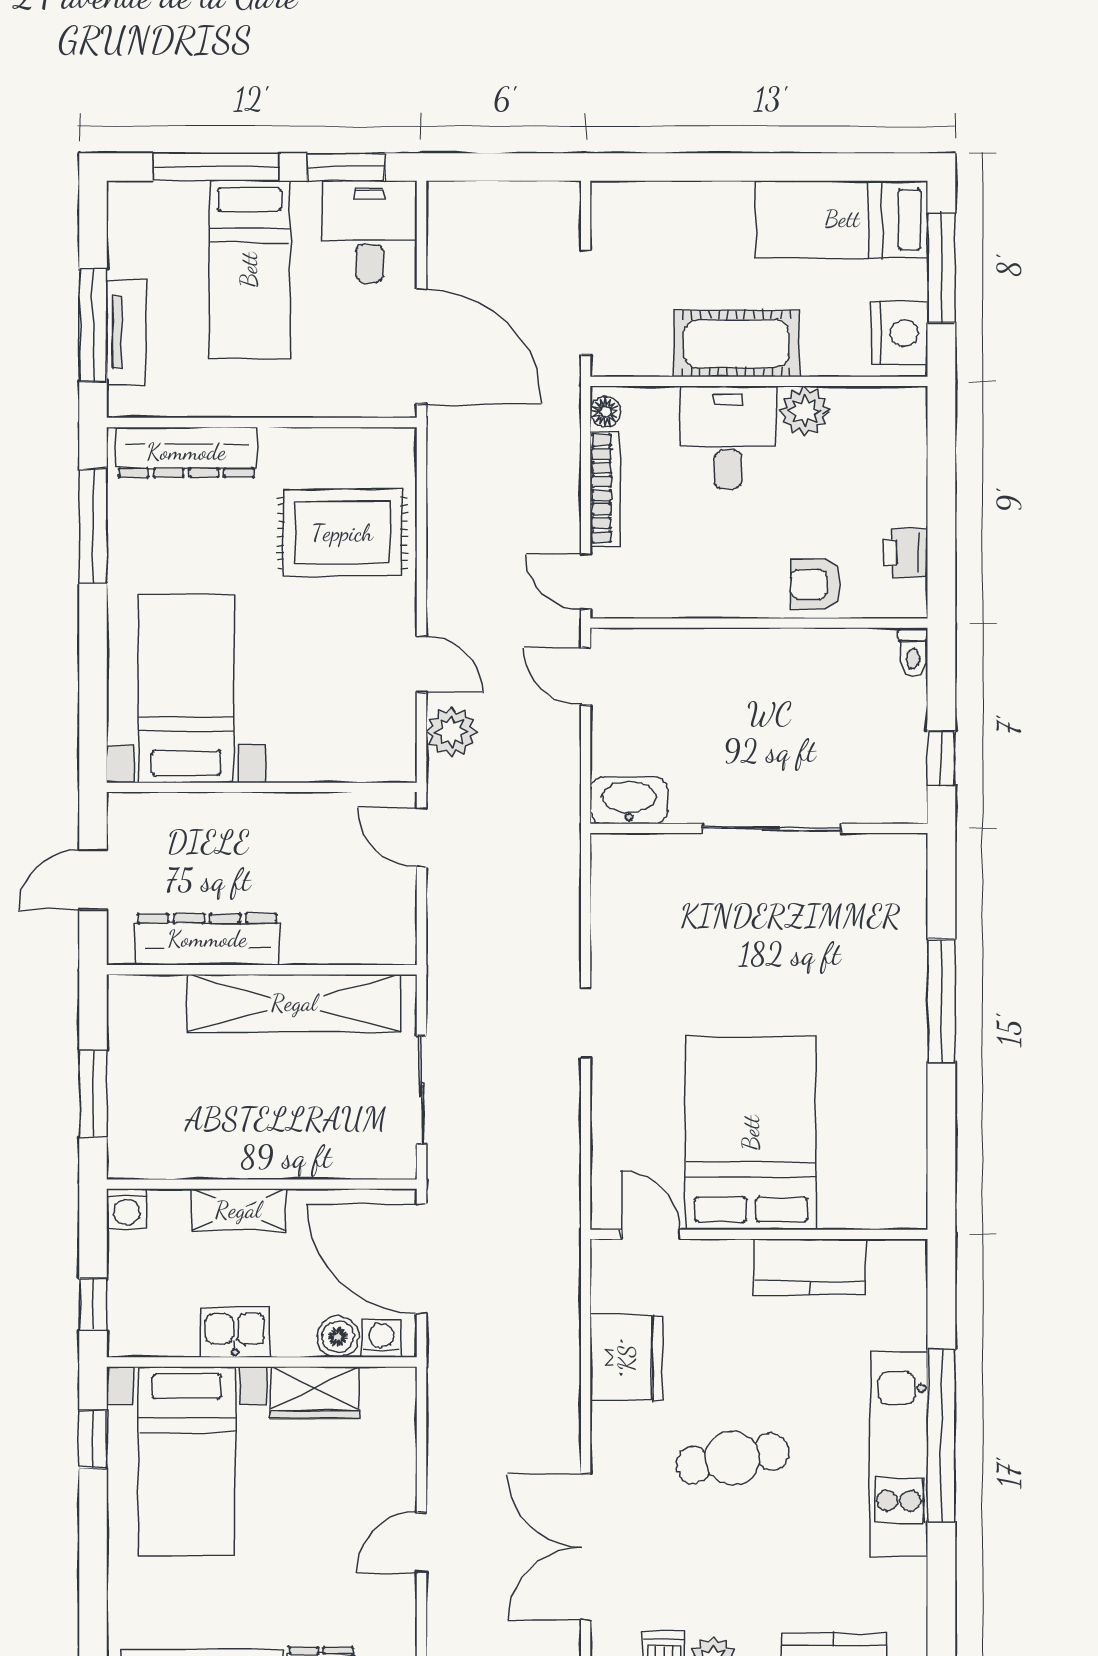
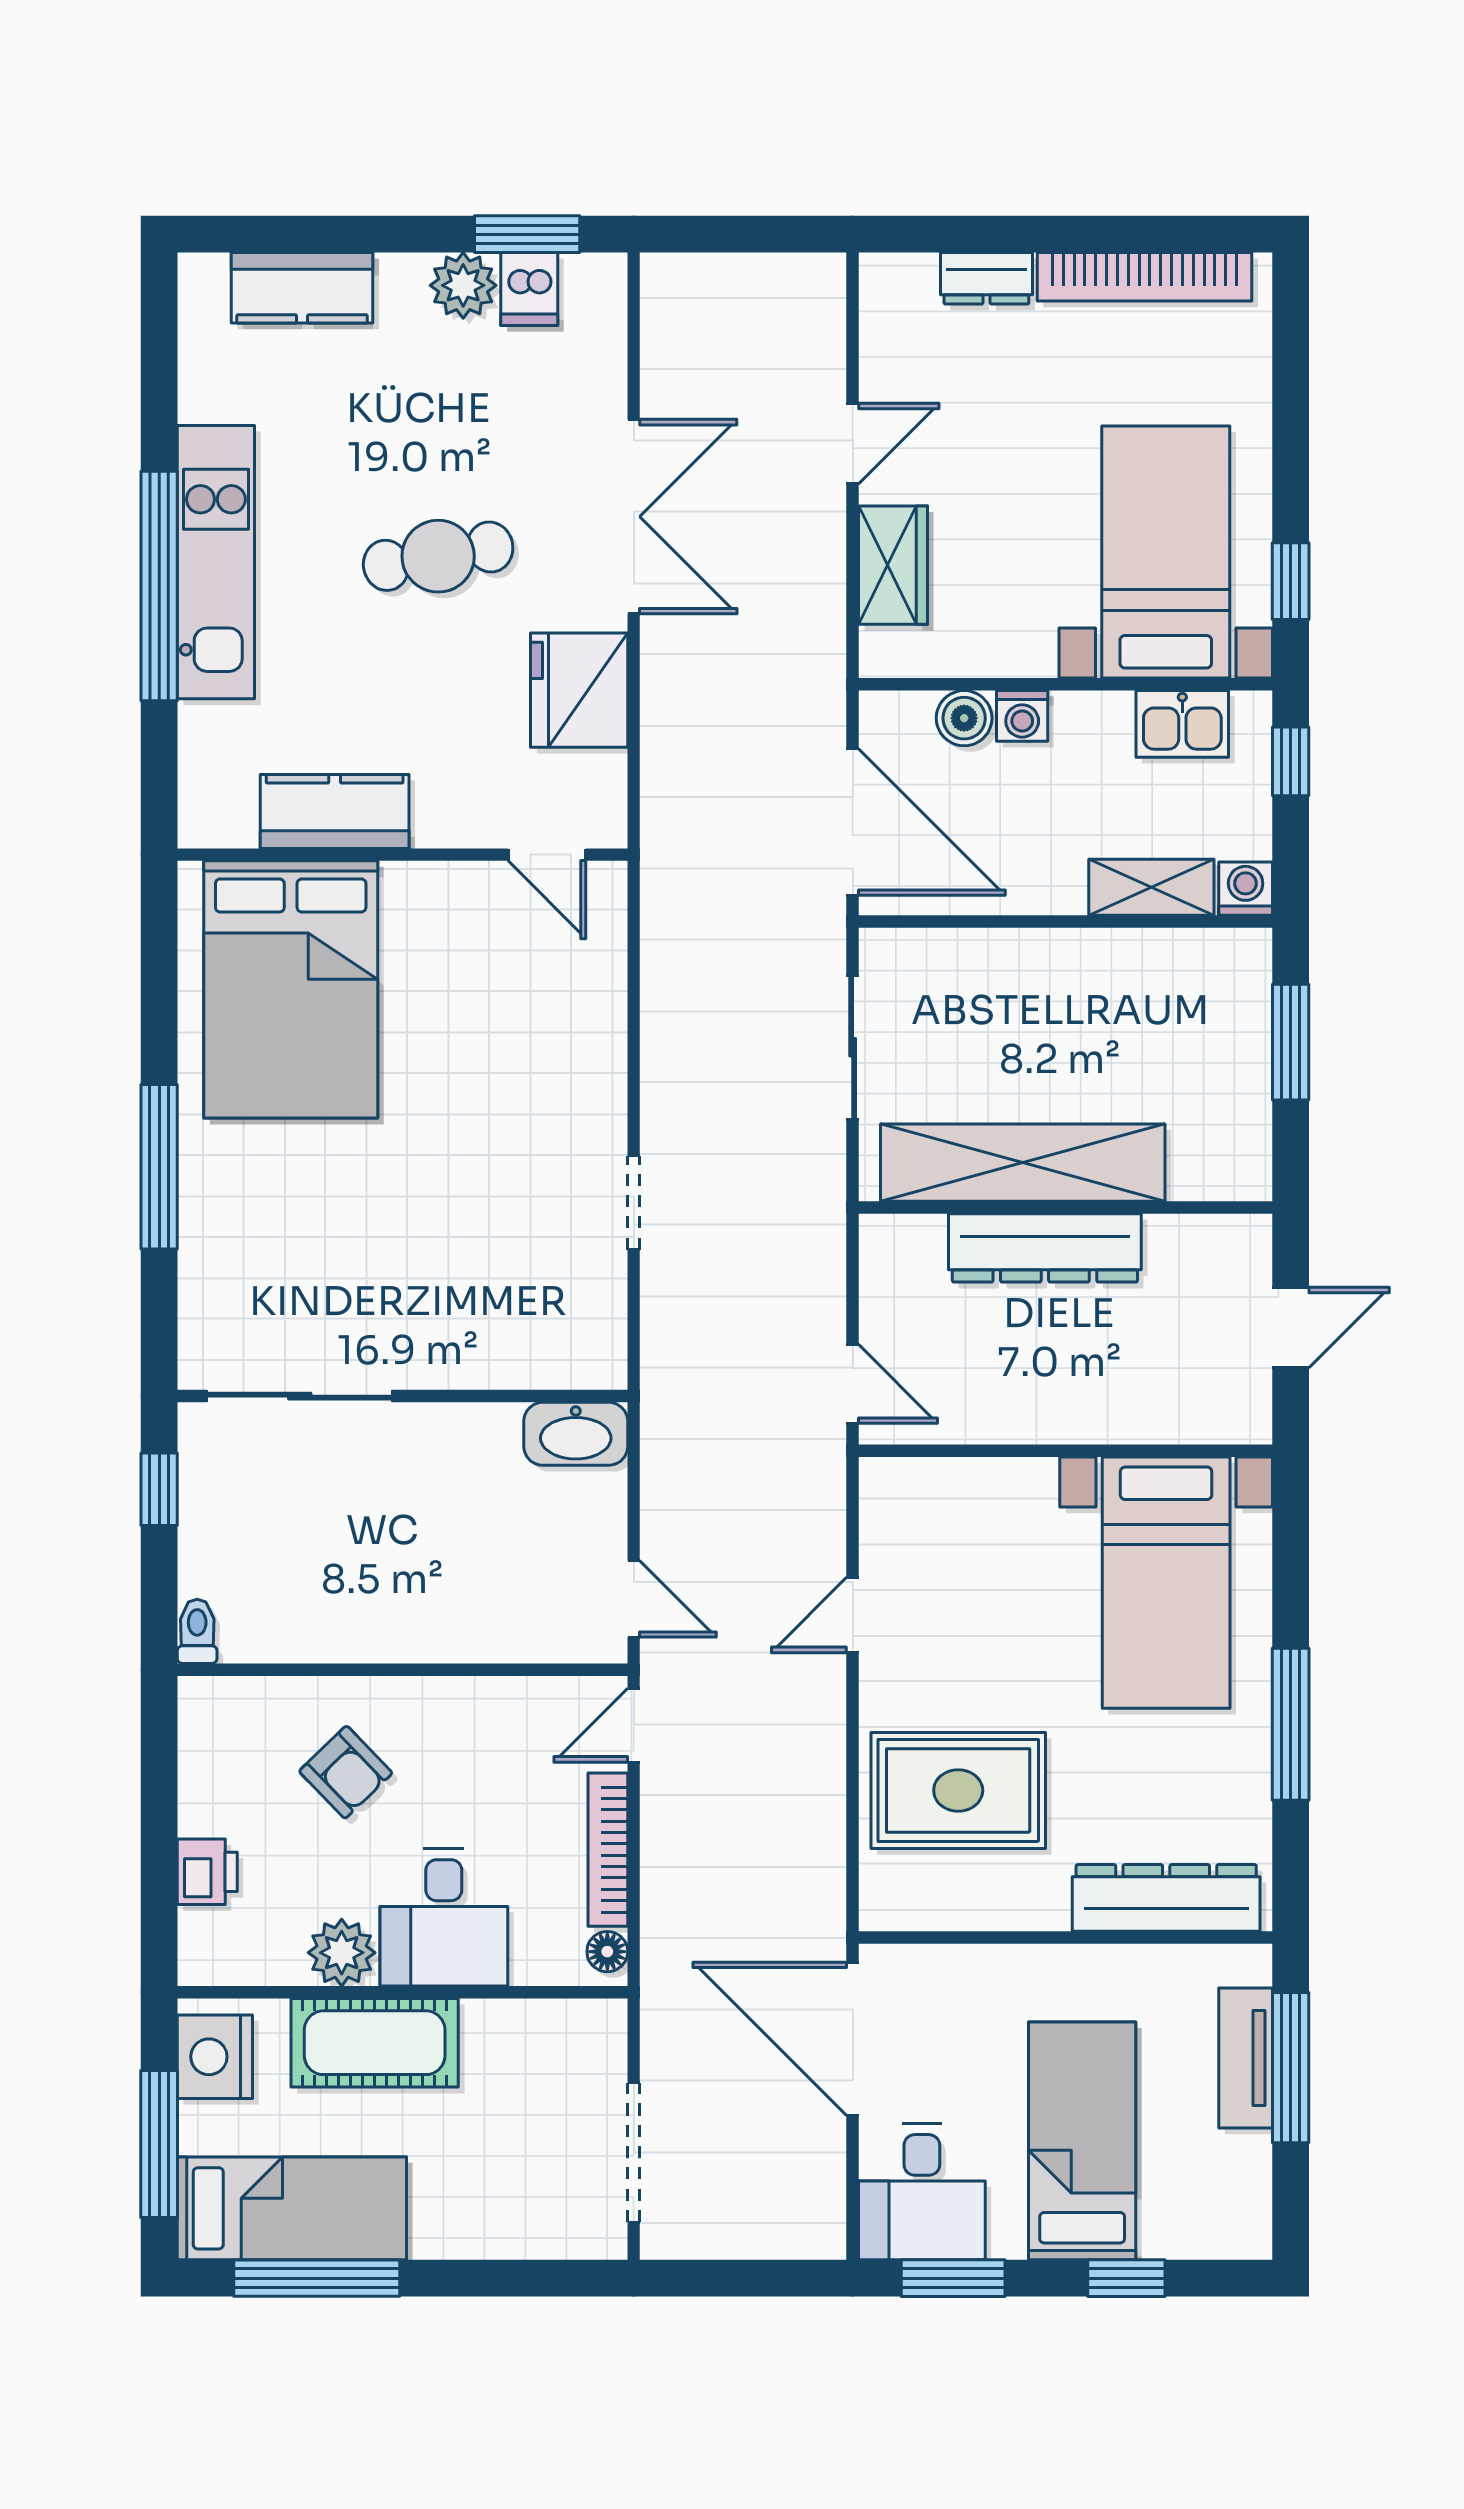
window: (216, 167) -> (1126, 2278), width x0.46
window: (823, 167) -> (317, 2278), added
doorway: (586, 303) -> (634, 2152), moved
cot: (736, 344) -> (375, 2043), moved
window: (93, 526) -> (1291, 1724), moved
printer: (905, 553) -> (207, 1872), moved
door: (586, 582) -> (634, 1725), swing flipped
armchair: (816, 584) -> (346, 1772), moved, turned 46
door: (421, 664) -> (853, 1615), hinge flipped
plant: (451, 732) -> (813, 1525), removed
sliding door: (771, 828) -> (300, 1396), moved
dresser: (207, 939) -> (1045, 1248), moved
doorway: (586, 1023) -> (634, 1203), moved
bed: (751, 1133) -> (291, 989), moved
shelving: (238, 1210) -> (1151, 887), moved
kitchen sink: (235, 1332) -> (1182, 724), moved
washing machine: (381, 1338) -> (1022, 716), moved
wardrobe: (315, 1392) -> (893, 565), moved, turned 90
double door: (586, 1547) -> (634, 517), moved

